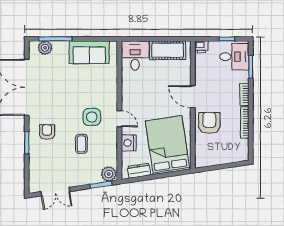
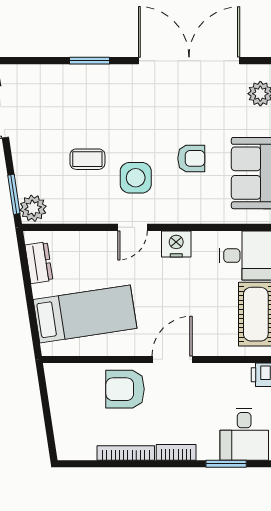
armchair: (209, 123) -> (125, 389), turned 180
armchair: (47, 132) -> (191, 158), moved
nightstand: (129, 143) -> (176, 244), moved
bed: (167, 145) -> (85, 314), width x0.67

